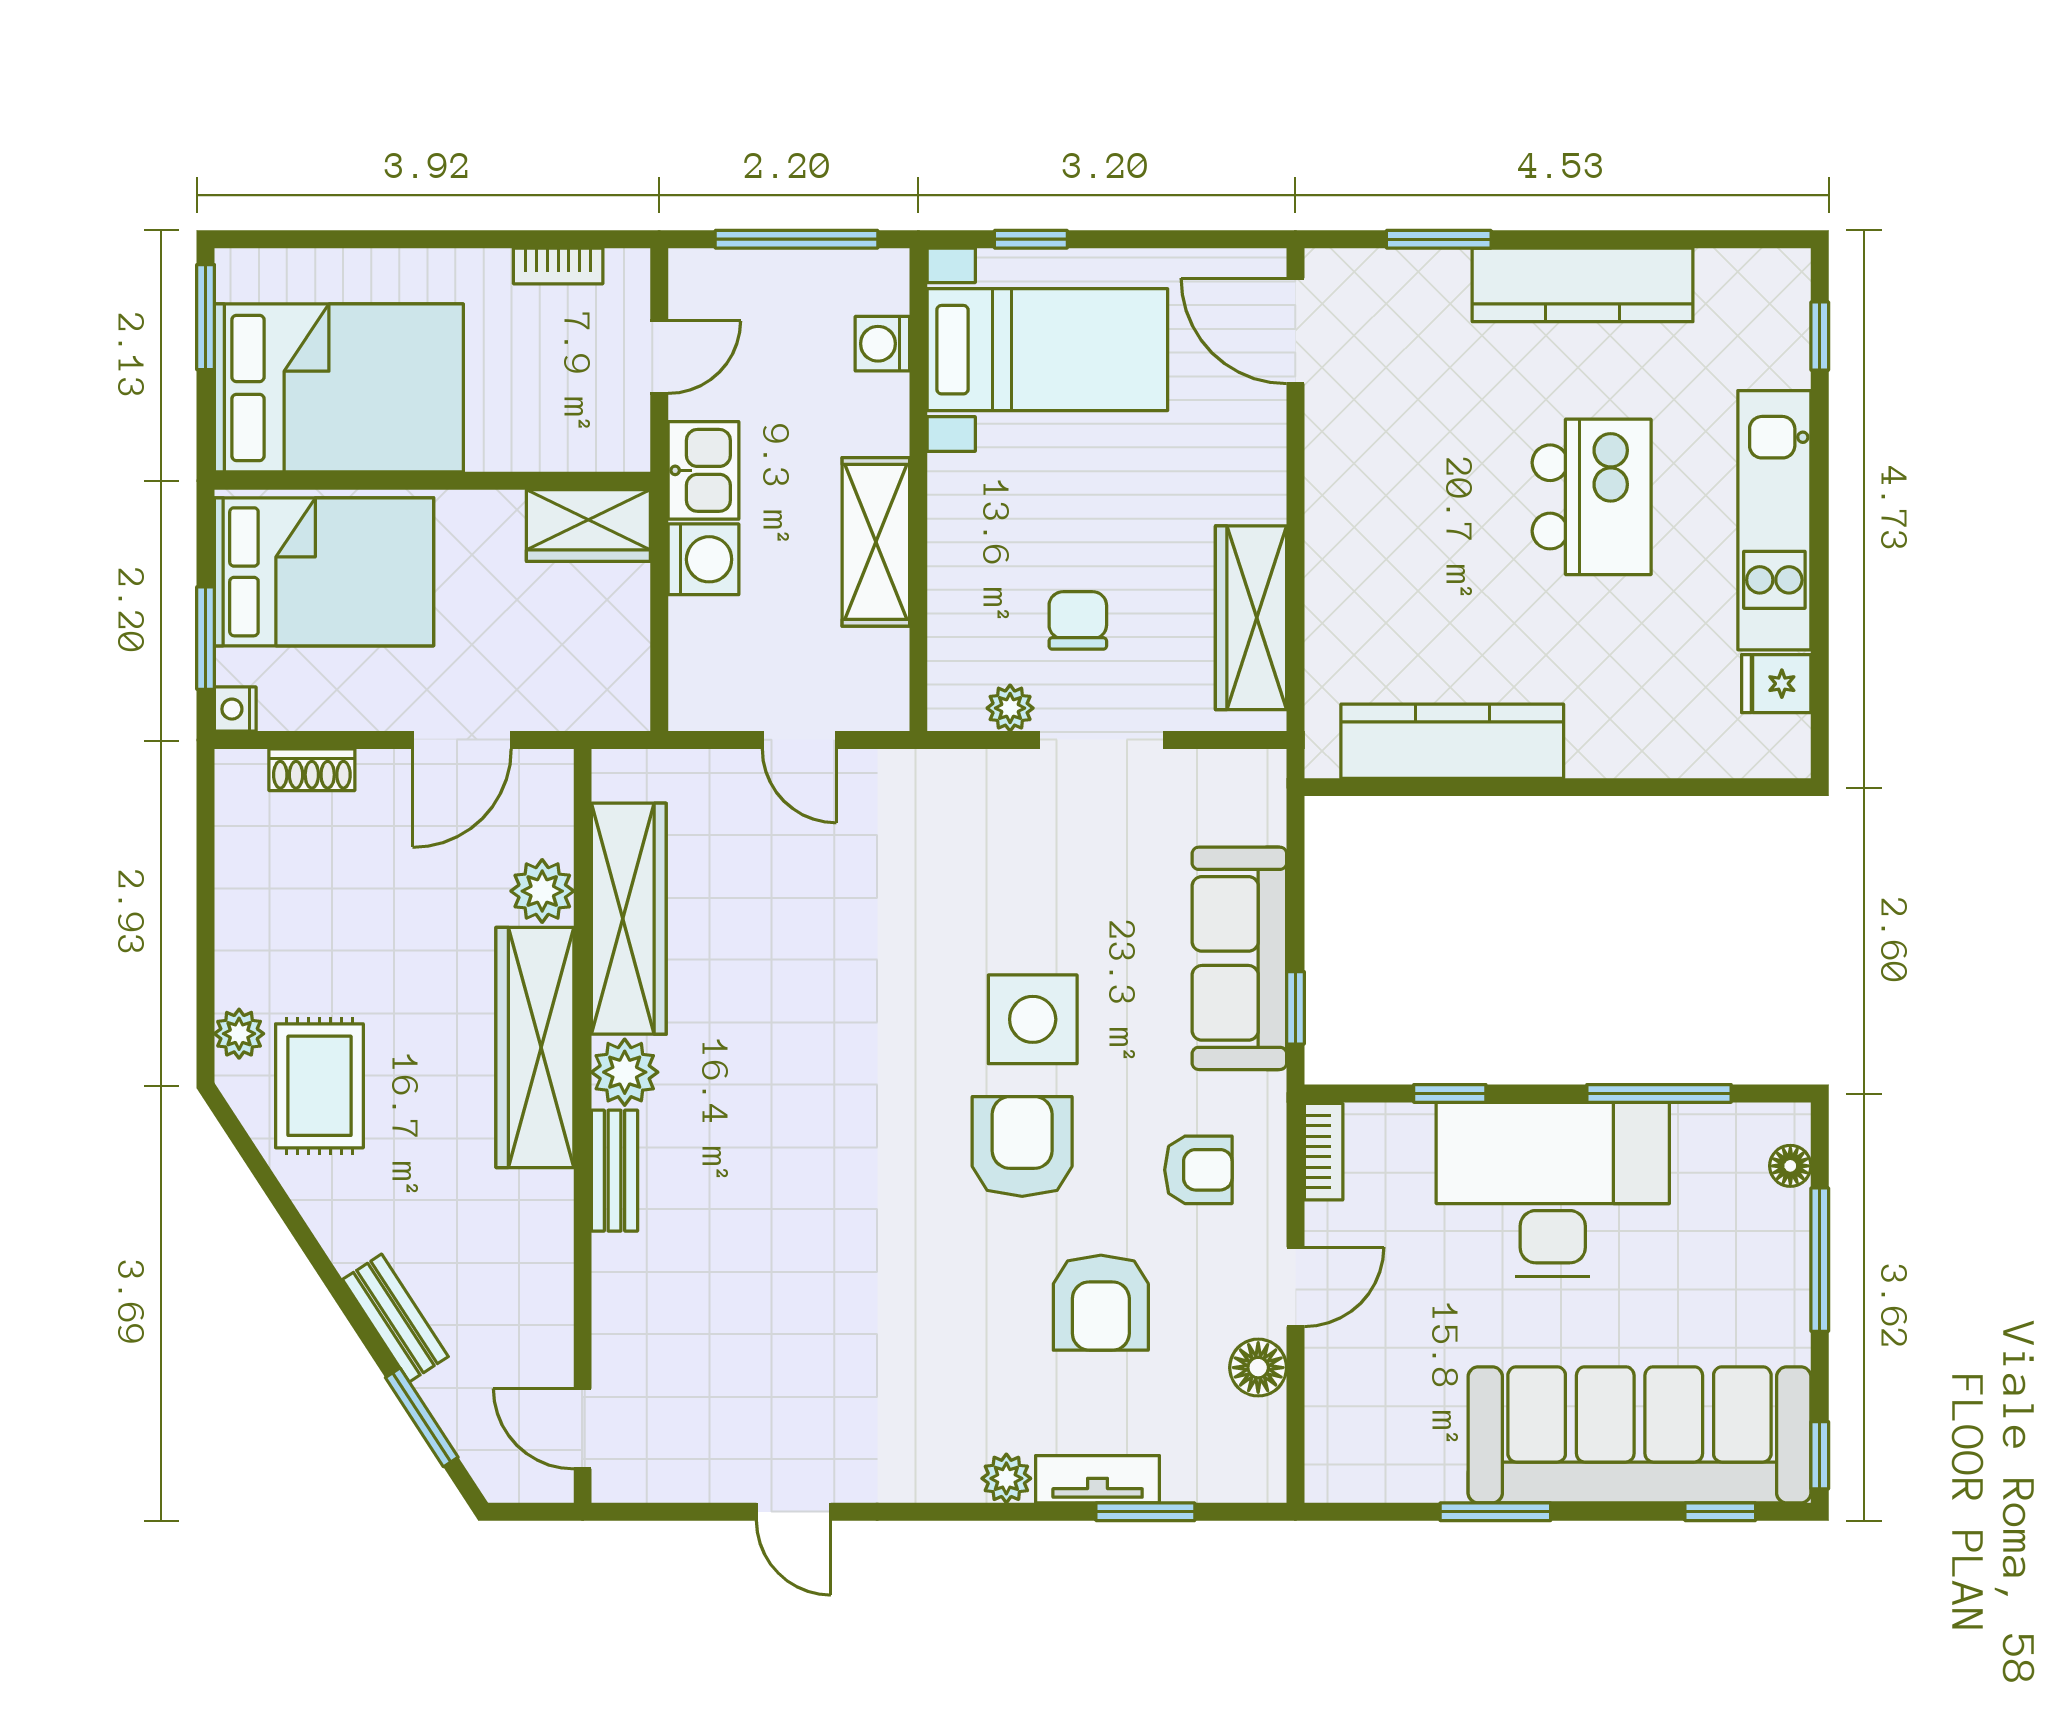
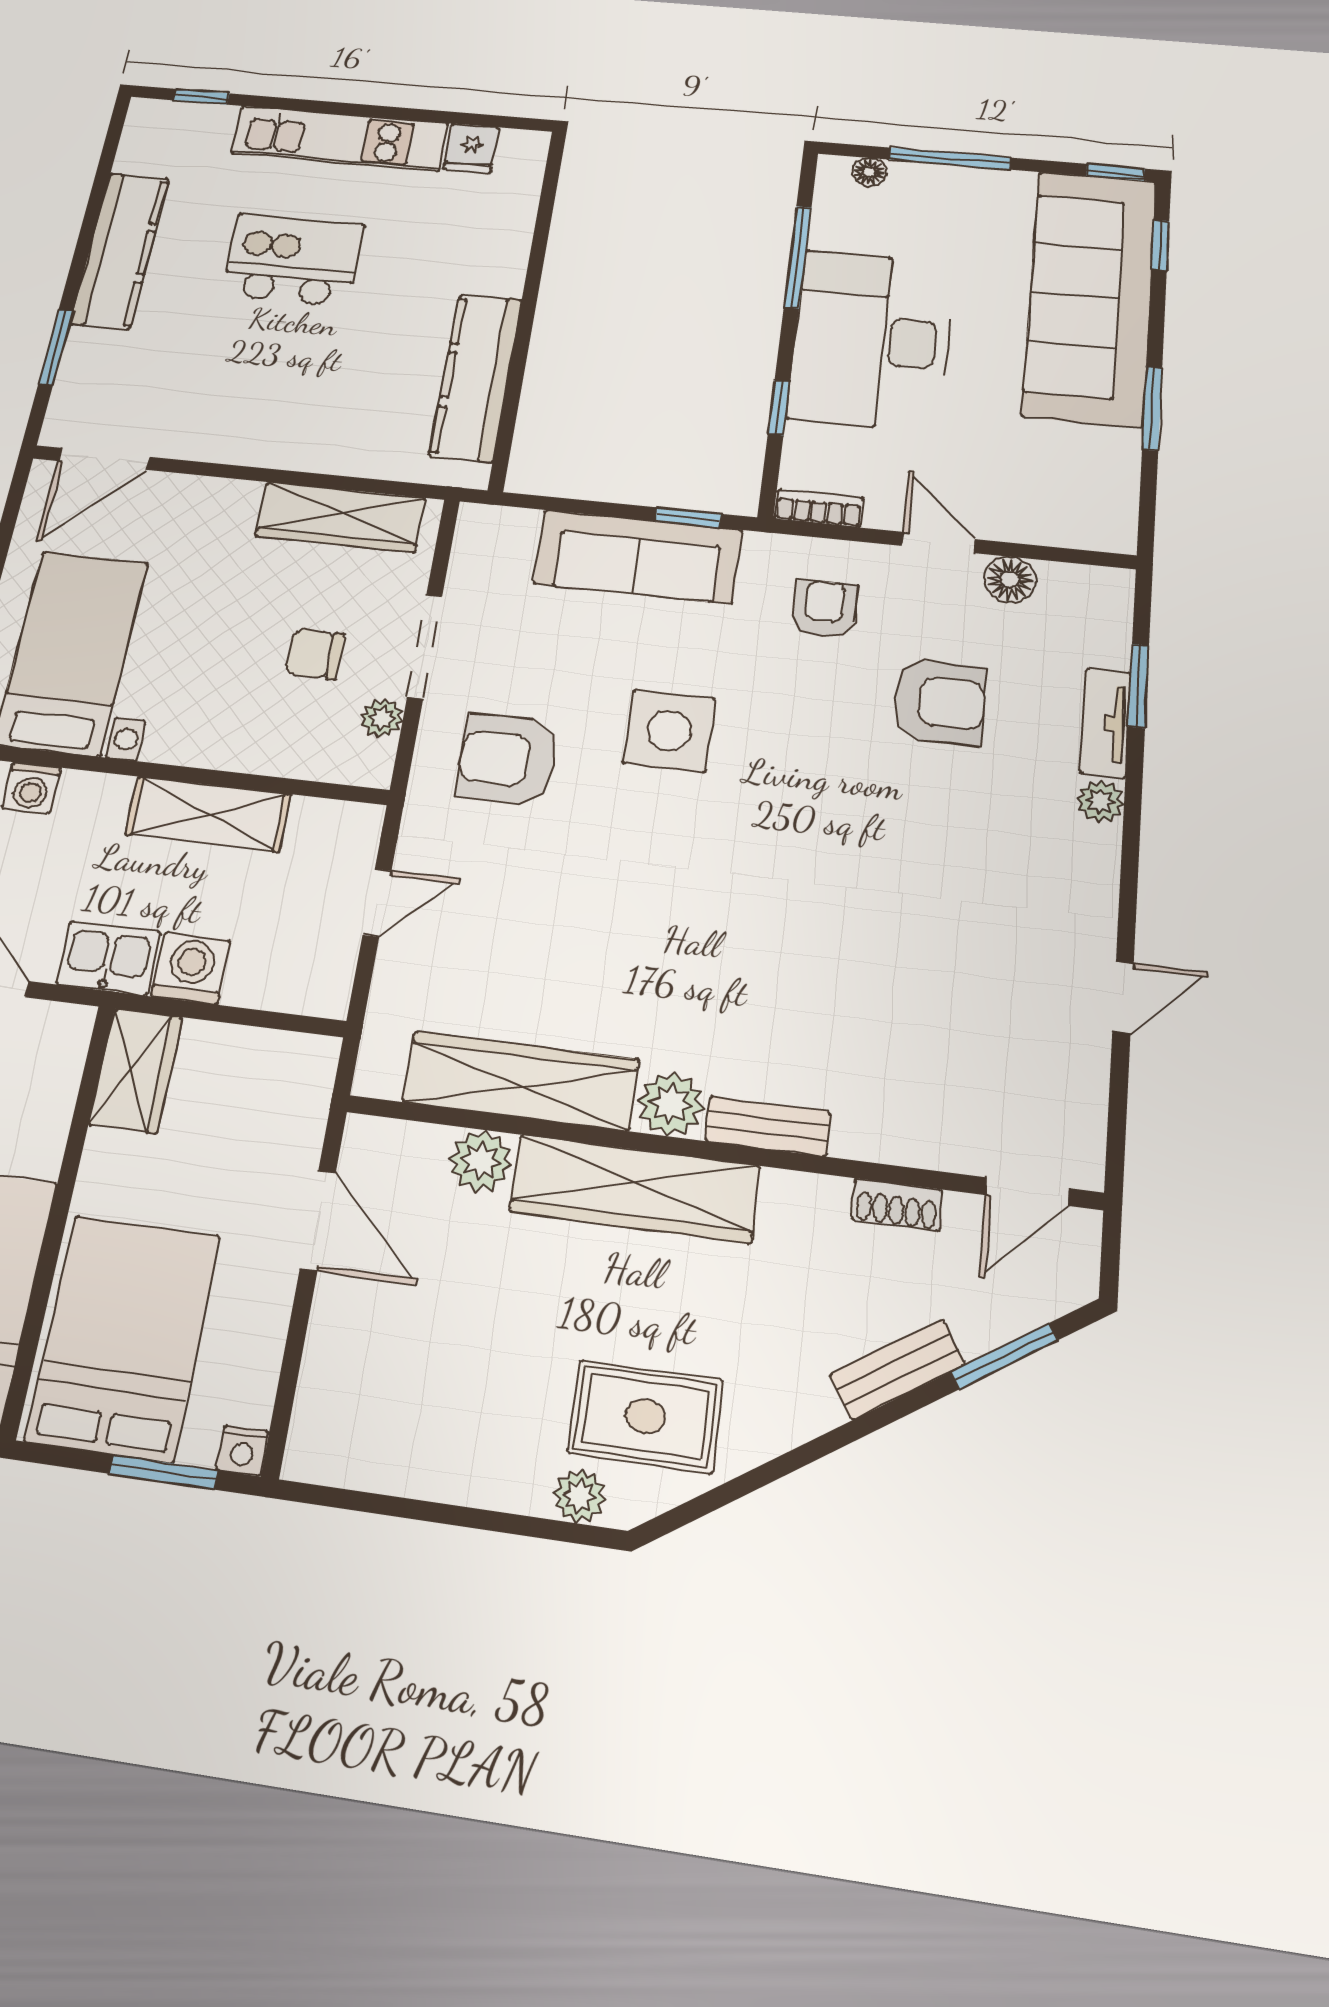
shoe rack: (312, 770) -> (897, 1205), moved, turned 90
armchair: (1022, 1146) -> (508, 760), moved

